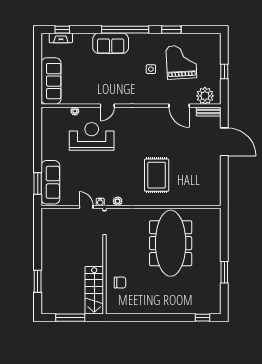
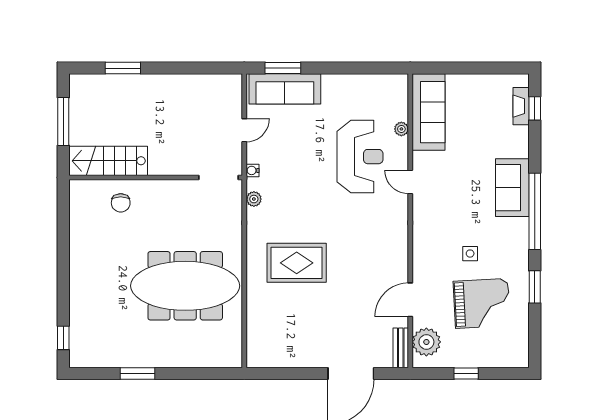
sofa: (51, 81) -> (429, 112), moved, turned -90
door: (86, 207) -> (244, 130), moved

